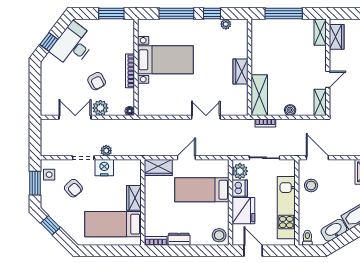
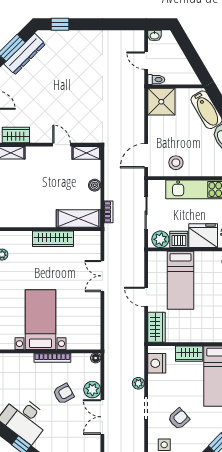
wardrobe: (240, 71) -> (53, 239), width x1.50
nightstand: (104, 168) -> (157, 363), moved

